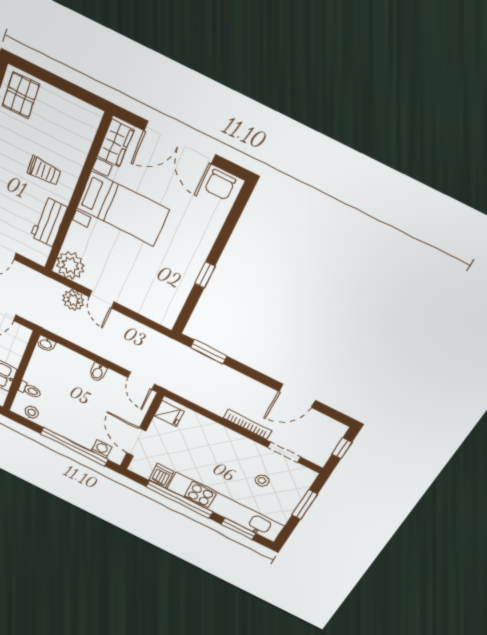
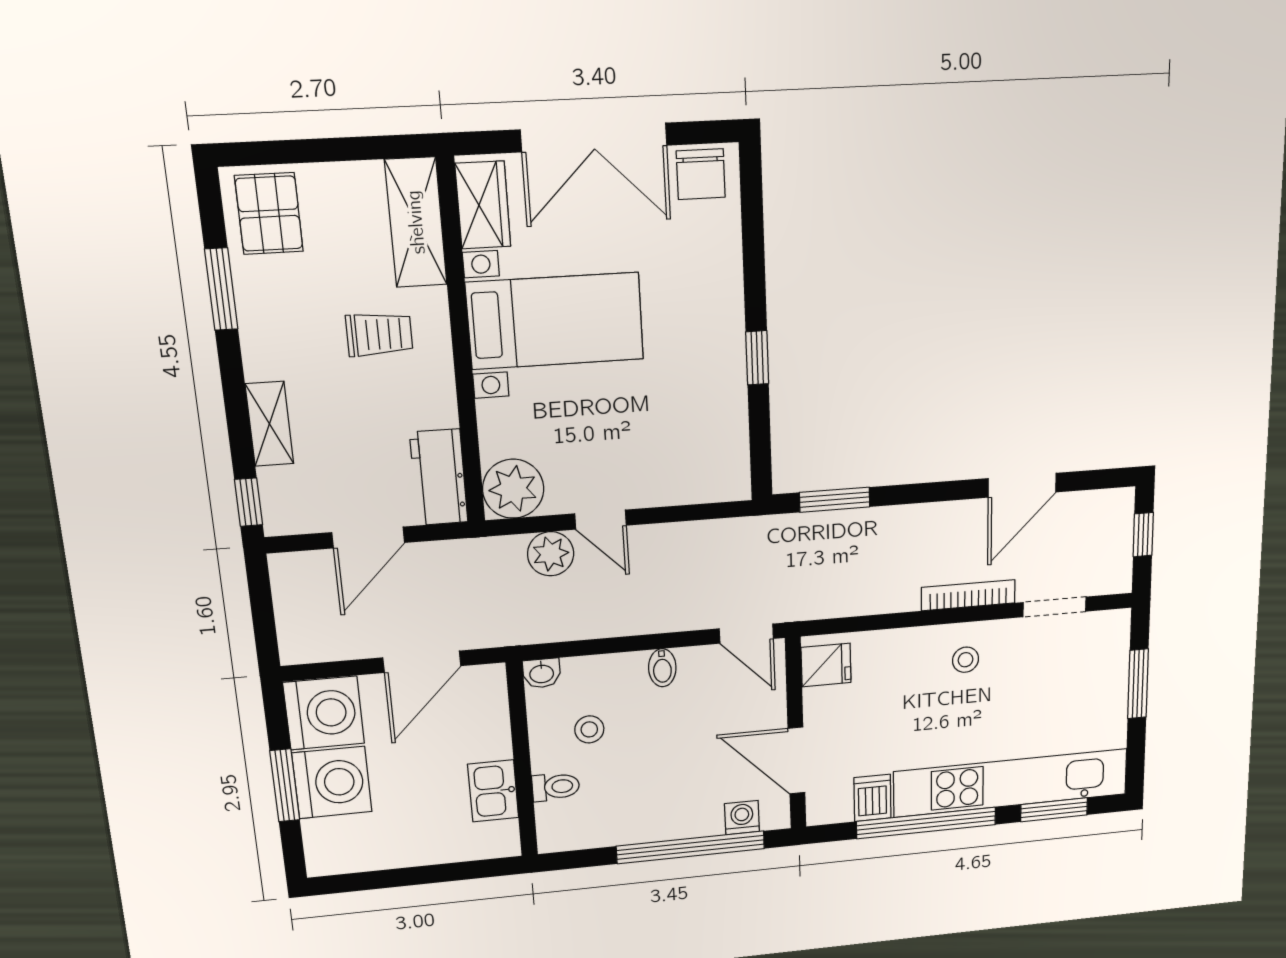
shelving: (82, 134) -> (416, 222), added
workbench: (49, 222) -> (439, 477), moved
stool: (32, 412) -> (589, 729), moved
stool: (262, 481) -> (965, 660), moved

